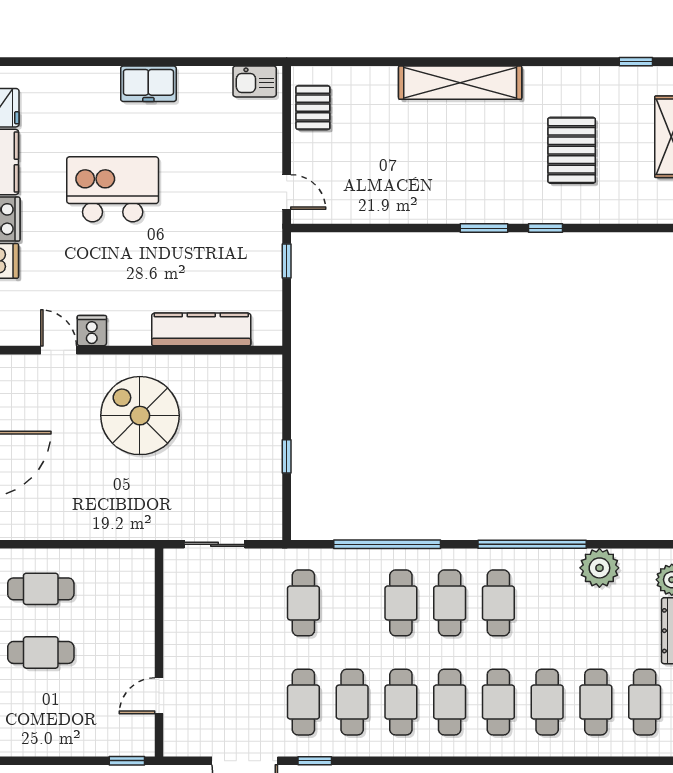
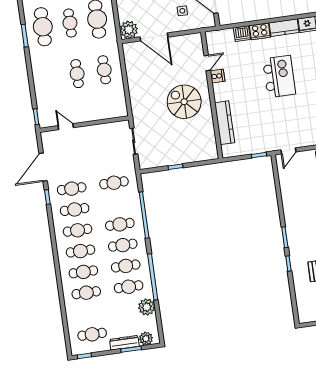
spiral stairs: (140, 416) -> (184, 102), turned -90
cafe table: (596, 702) -> (129, 287), moved

